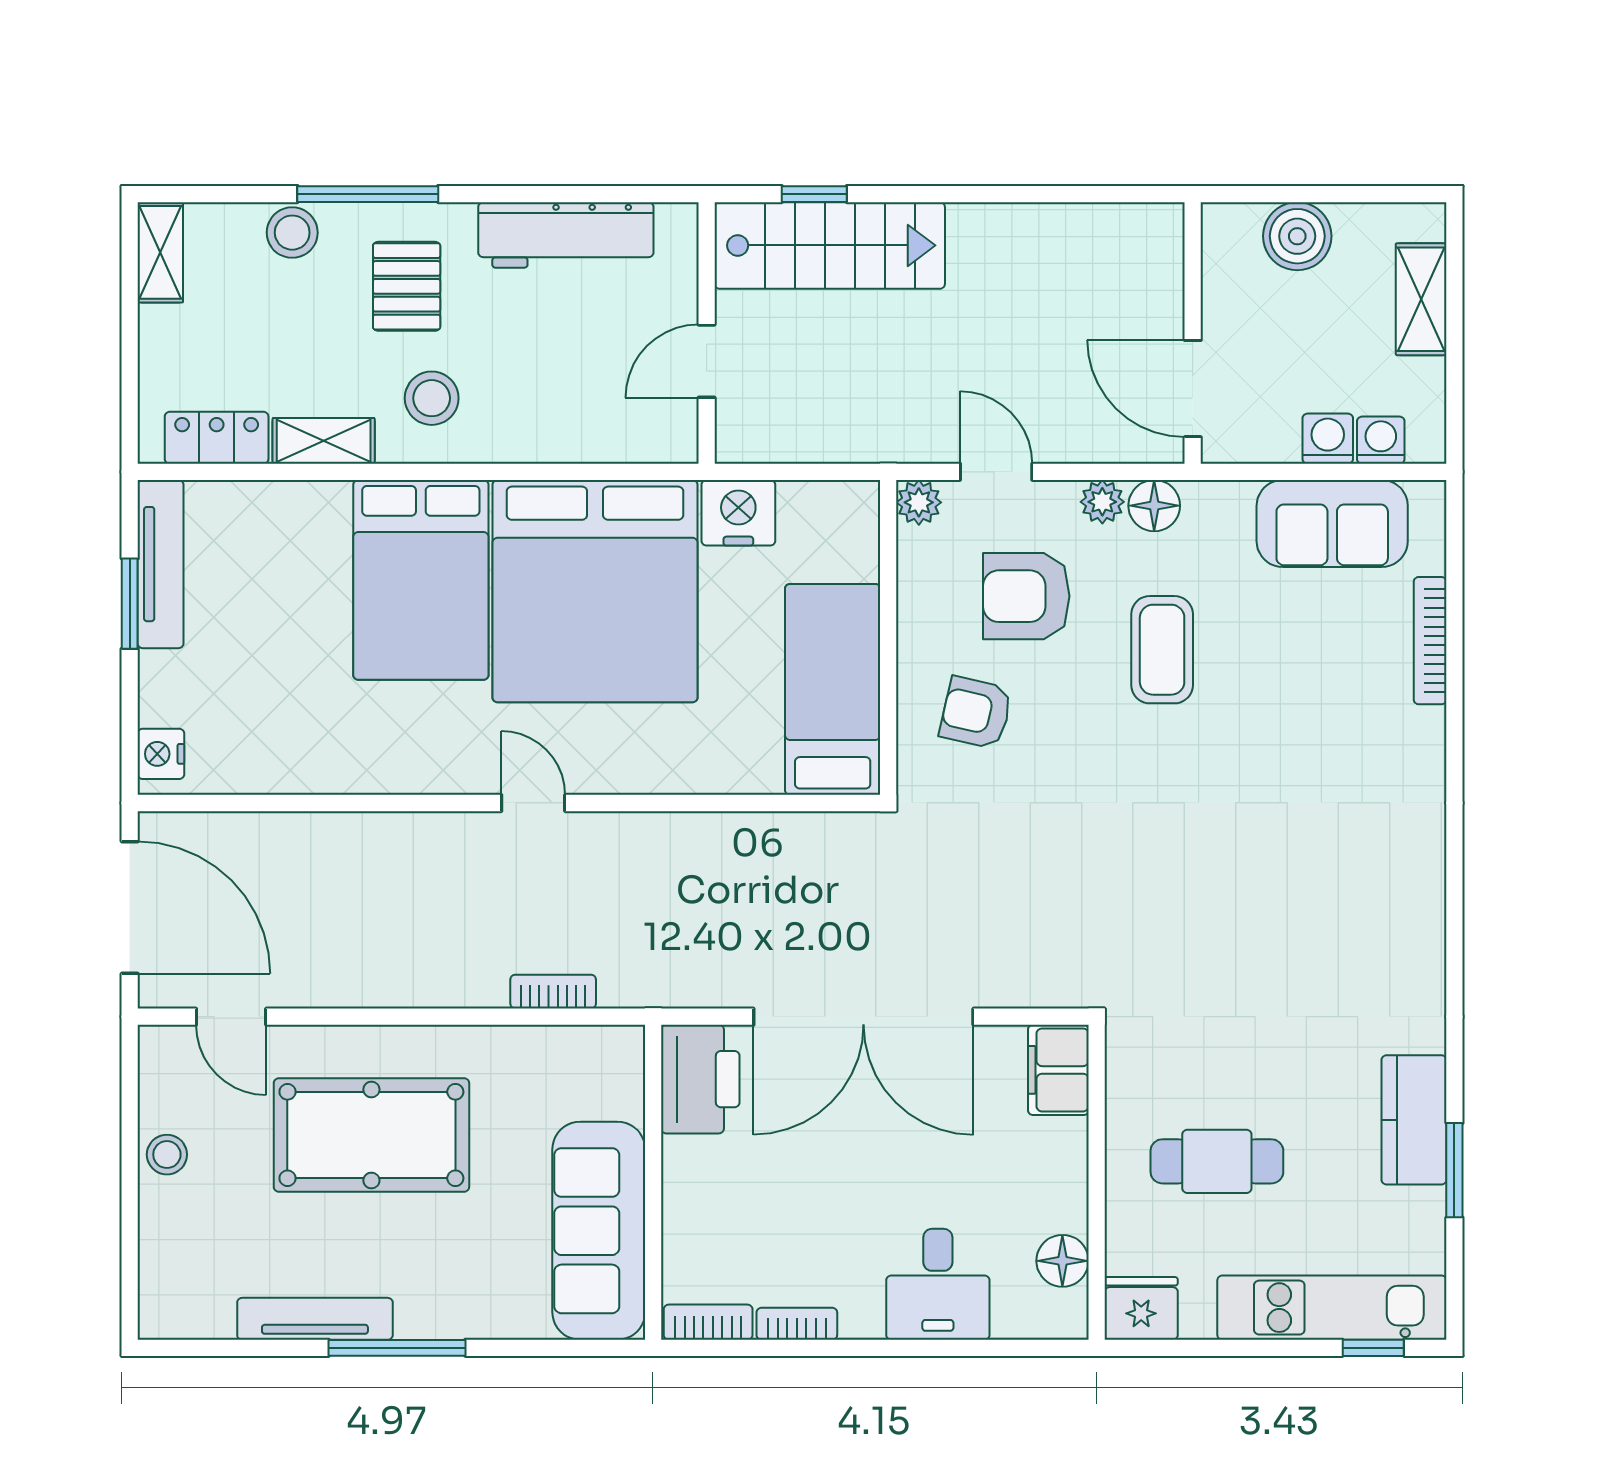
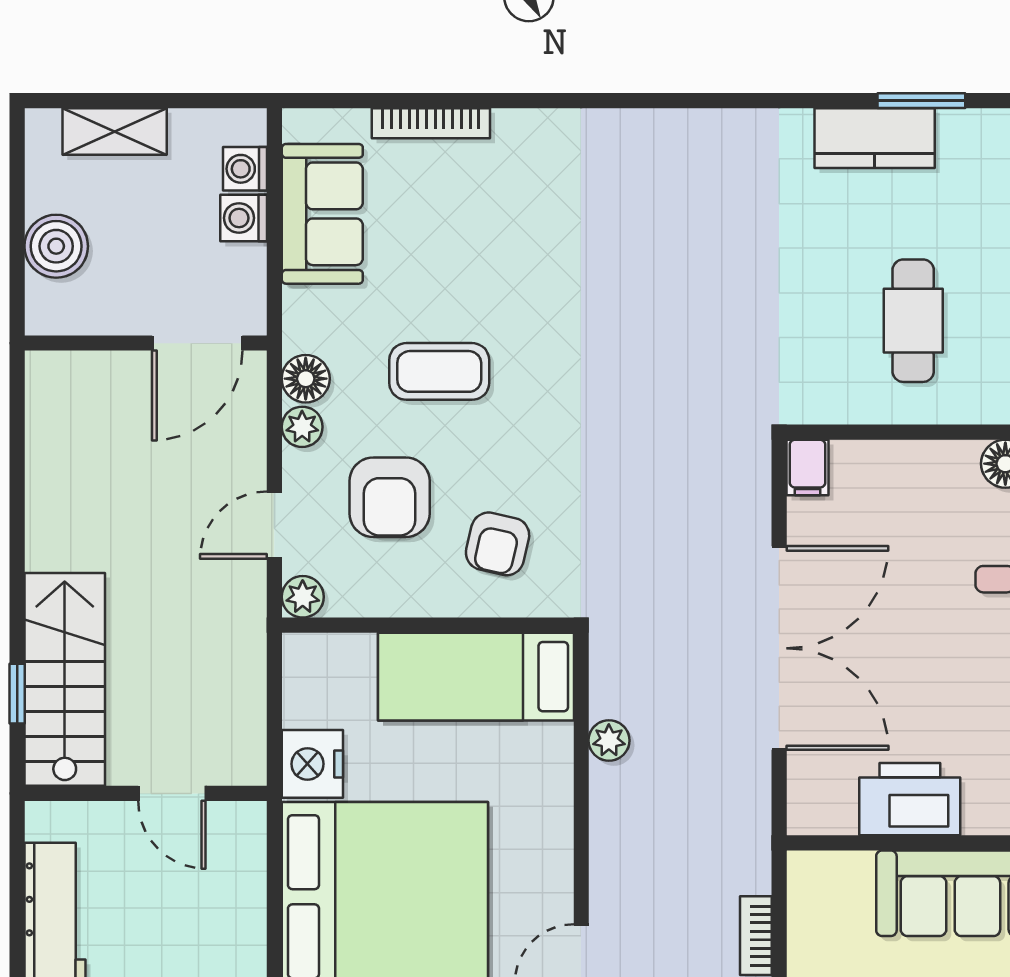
plant: (764, 833) -> (609, 740), added
filing cabinet: (1058, 1070) -> (808, 468), width x0.50
printer: (700, 1079) -> (910, 799), moved

